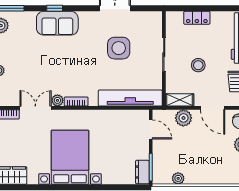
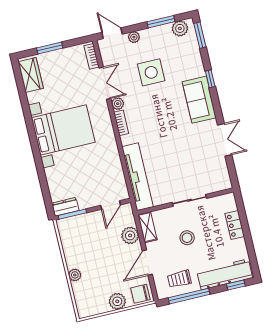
sofa: (57, 23) -> (199, 100), moved
side table: (119, 48) -> (151, 72), moved
plant: (178, 178) -> (75, 275), moved

